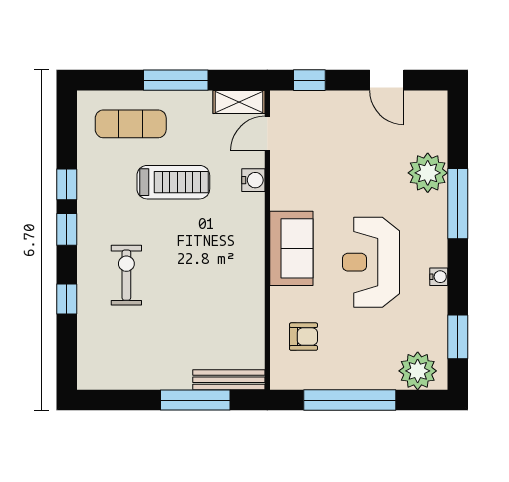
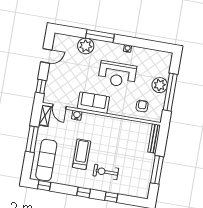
exercise mat: (131, 124) -> (46, 160), width x1.36, depth x1.45
treadmill: (173, 182) -> (82, 154), moved
window: (67, 184) -> (44, 186), moved
sofa: (291, 248) -> (93, 103), moved
window: (458, 337) -> (153, 45), removed
plant: (418, 371) -> (160, 85), moved
window: (195, 400) -> (157, 170), moved

